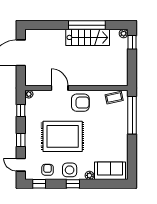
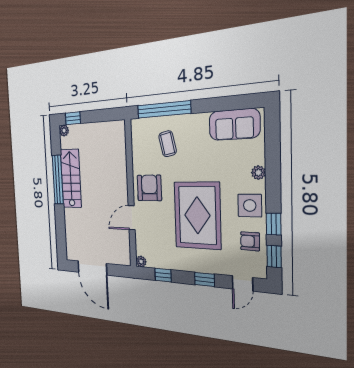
coffee table: (114, 98) -> (168, 144), moved
sofa: (110, 171) -> (234, 124), moved, turned -90
window: (73, 184) -> (274, 224), moved

